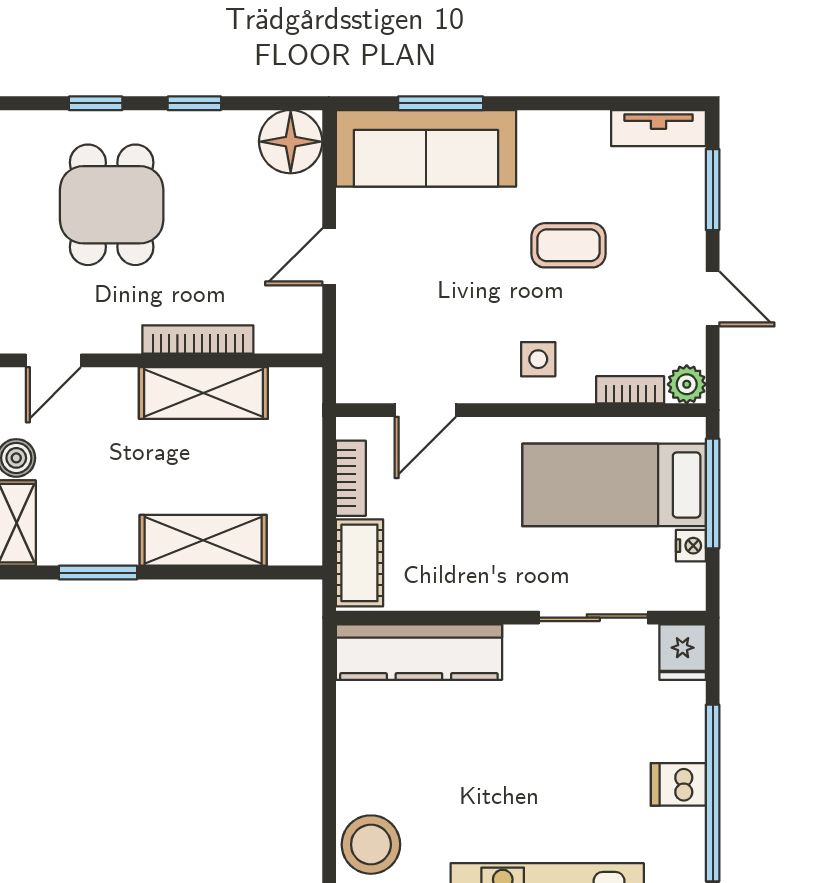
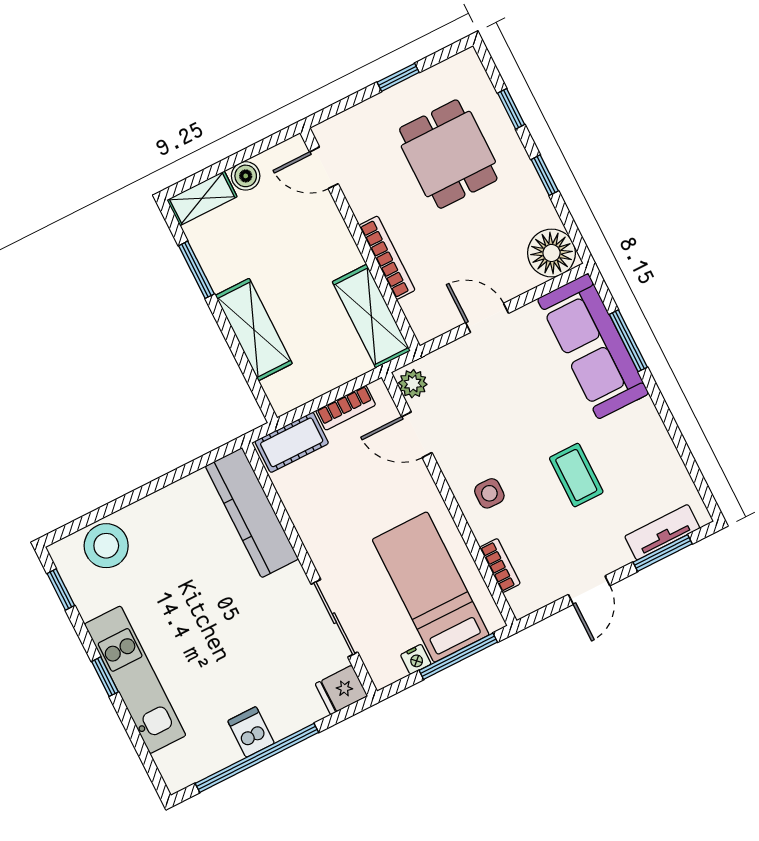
tv unit: (659, 128) -> (662, 532), moved, turned 90
dining table: (112, 205) -> (448, 154), turned 90
plant: (687, 384) -> (413, 384), moved
shelving: (203, 393) -> (371, 316), moved

